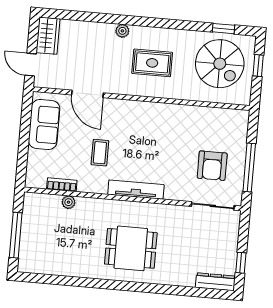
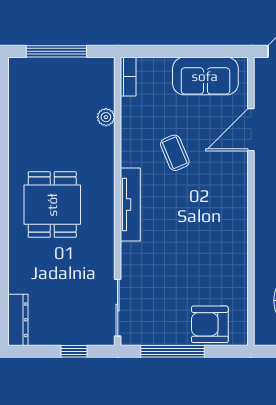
coffee table: (100, 153) -> (175, 153), turned 67
armchair: (212, 166) -> (210, 324), moved
bookcase: (62, 185) -> (128, 77), moved
window: (241, 263) -> (74, 351), moved

